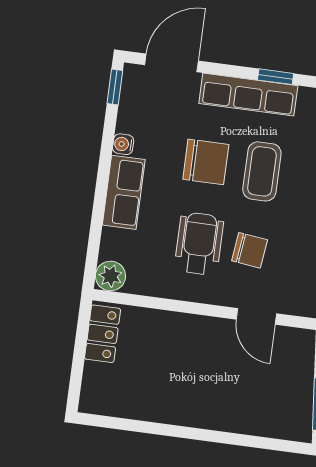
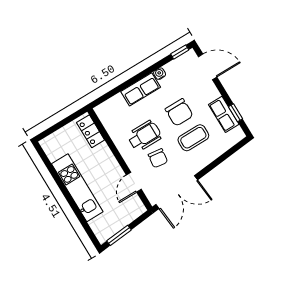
row of seats: (248, 95) -> (224, 114), width x0.68
plant: (111, 276) -> (103, 111), removed
locker: (103, 334) -> (91, 131), moved, turned 90
kitchen unit: (196, 409) -> (77, 188), added

